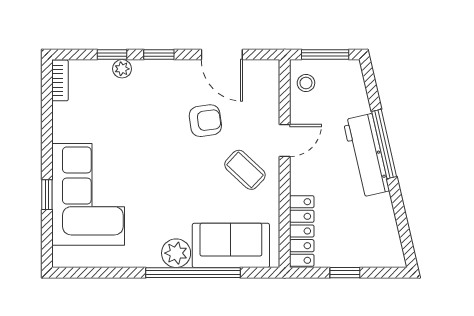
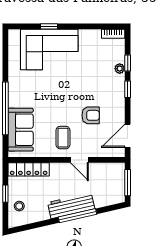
door: (222, 55) -> (128, 136), moved
stool: (306, 83) -> (19, 206), moved
armchair: (205, 121) -> (91, 115), turned -82
coffee table: (245, 170) -> (63, 138), turned -43
plant: (176, 253) -> (16, 99), removed

